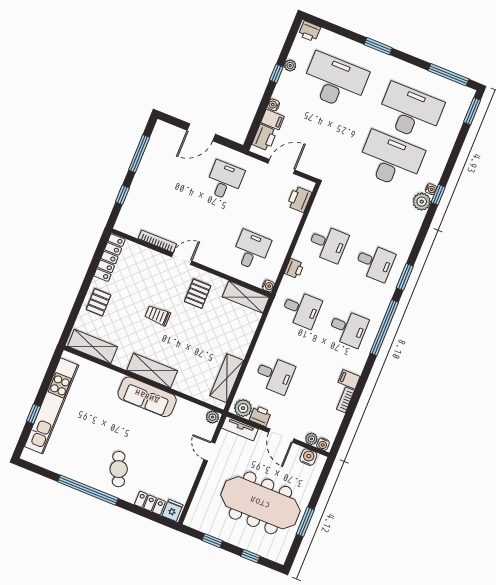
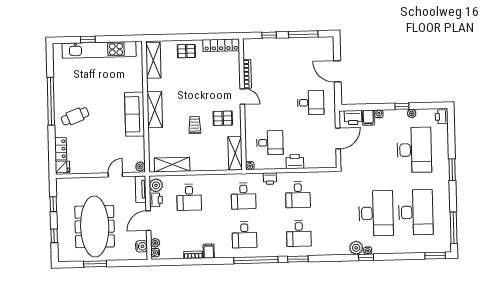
door: (282, 167) -> (338, 138), hinge flipped
printer: (299, 199) -> (295, 162), moved
trolley: (158, 315) -> (195, 125), moved

